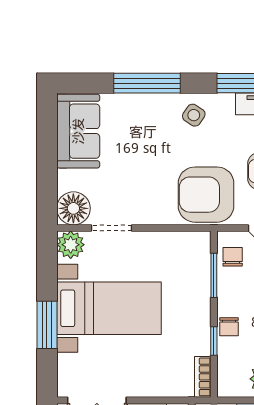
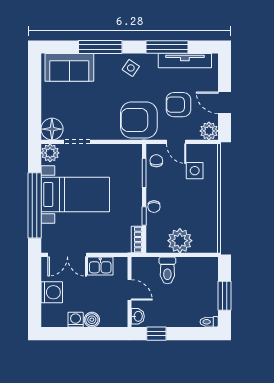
sofa: (78, 131) -> (69, 67), moved, turned 90
window: (47, 325) -> (35, 205), width x2.11

